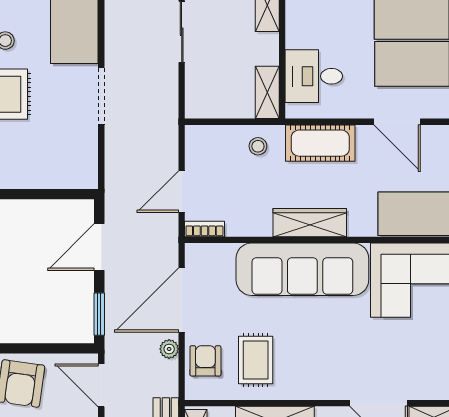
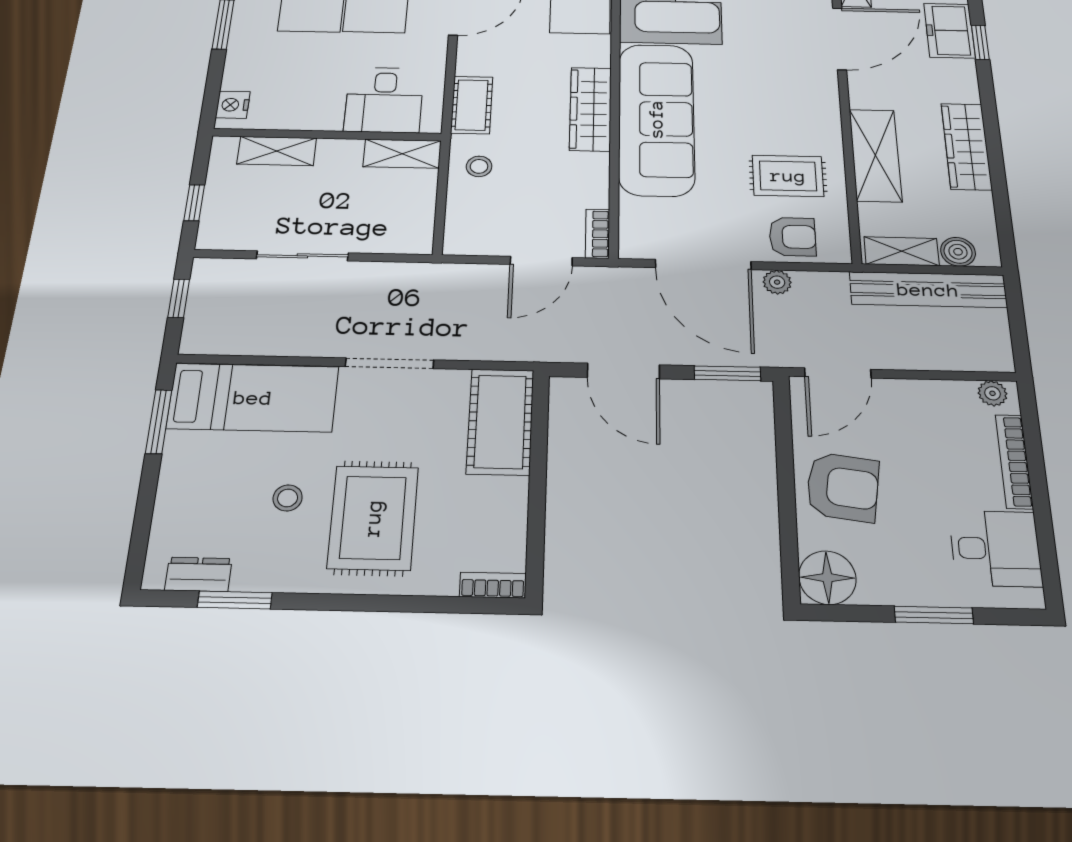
cot: (320, 143) -> (472, 105), width x0.73, depth x0.75
cot: (61, 169) -> (500, 421), added
door: (182, 192) -> (541, 261), hinge flipped
armchair: (205, 361) -> (793, 237), turned 180

